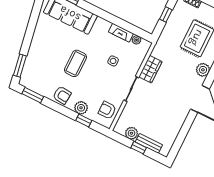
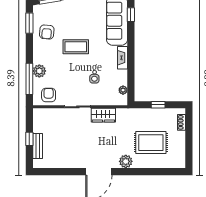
fireplace: (121, 33) -> (123, 58), moved
armchair: (62, 95) -> (47, 32), moved
window: (84, 120) -> (29, 79), width x2.17
plant: (132, 133) -> (39, 126), removed

